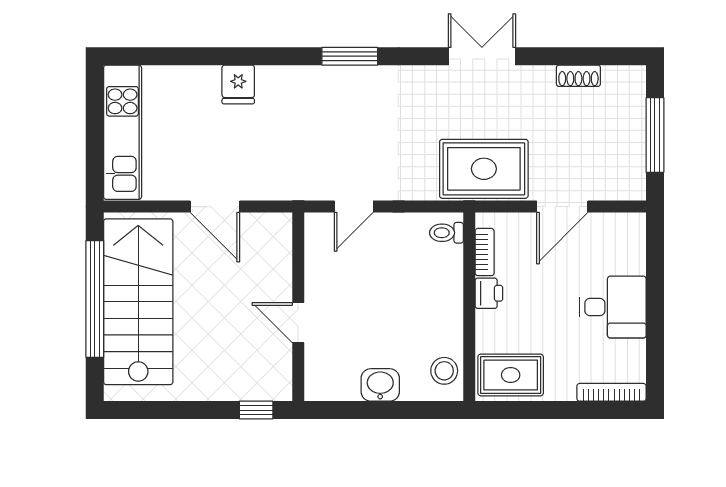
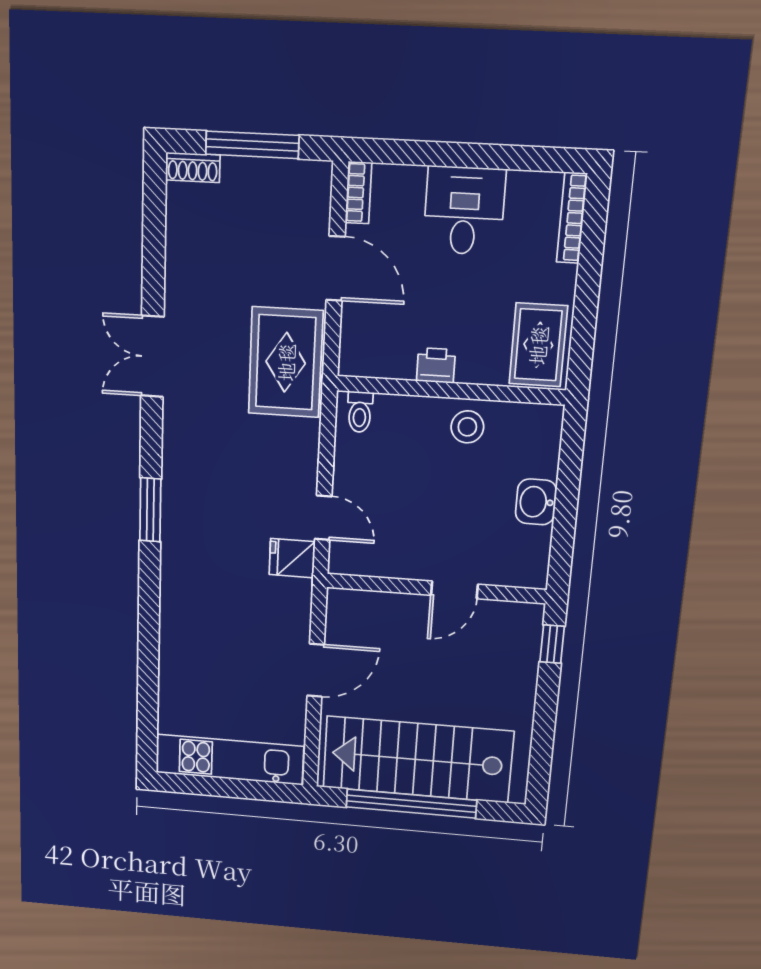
shoe rack: (578, 76) -> (193, 167), moved, turned 90
fridge: (238, 84) -> (292, 558), moved, turned 180
bookcase: (485, 252) -> (358, 193), moved, turned 90
stool: (444, 371) -> (467, 427), moved

